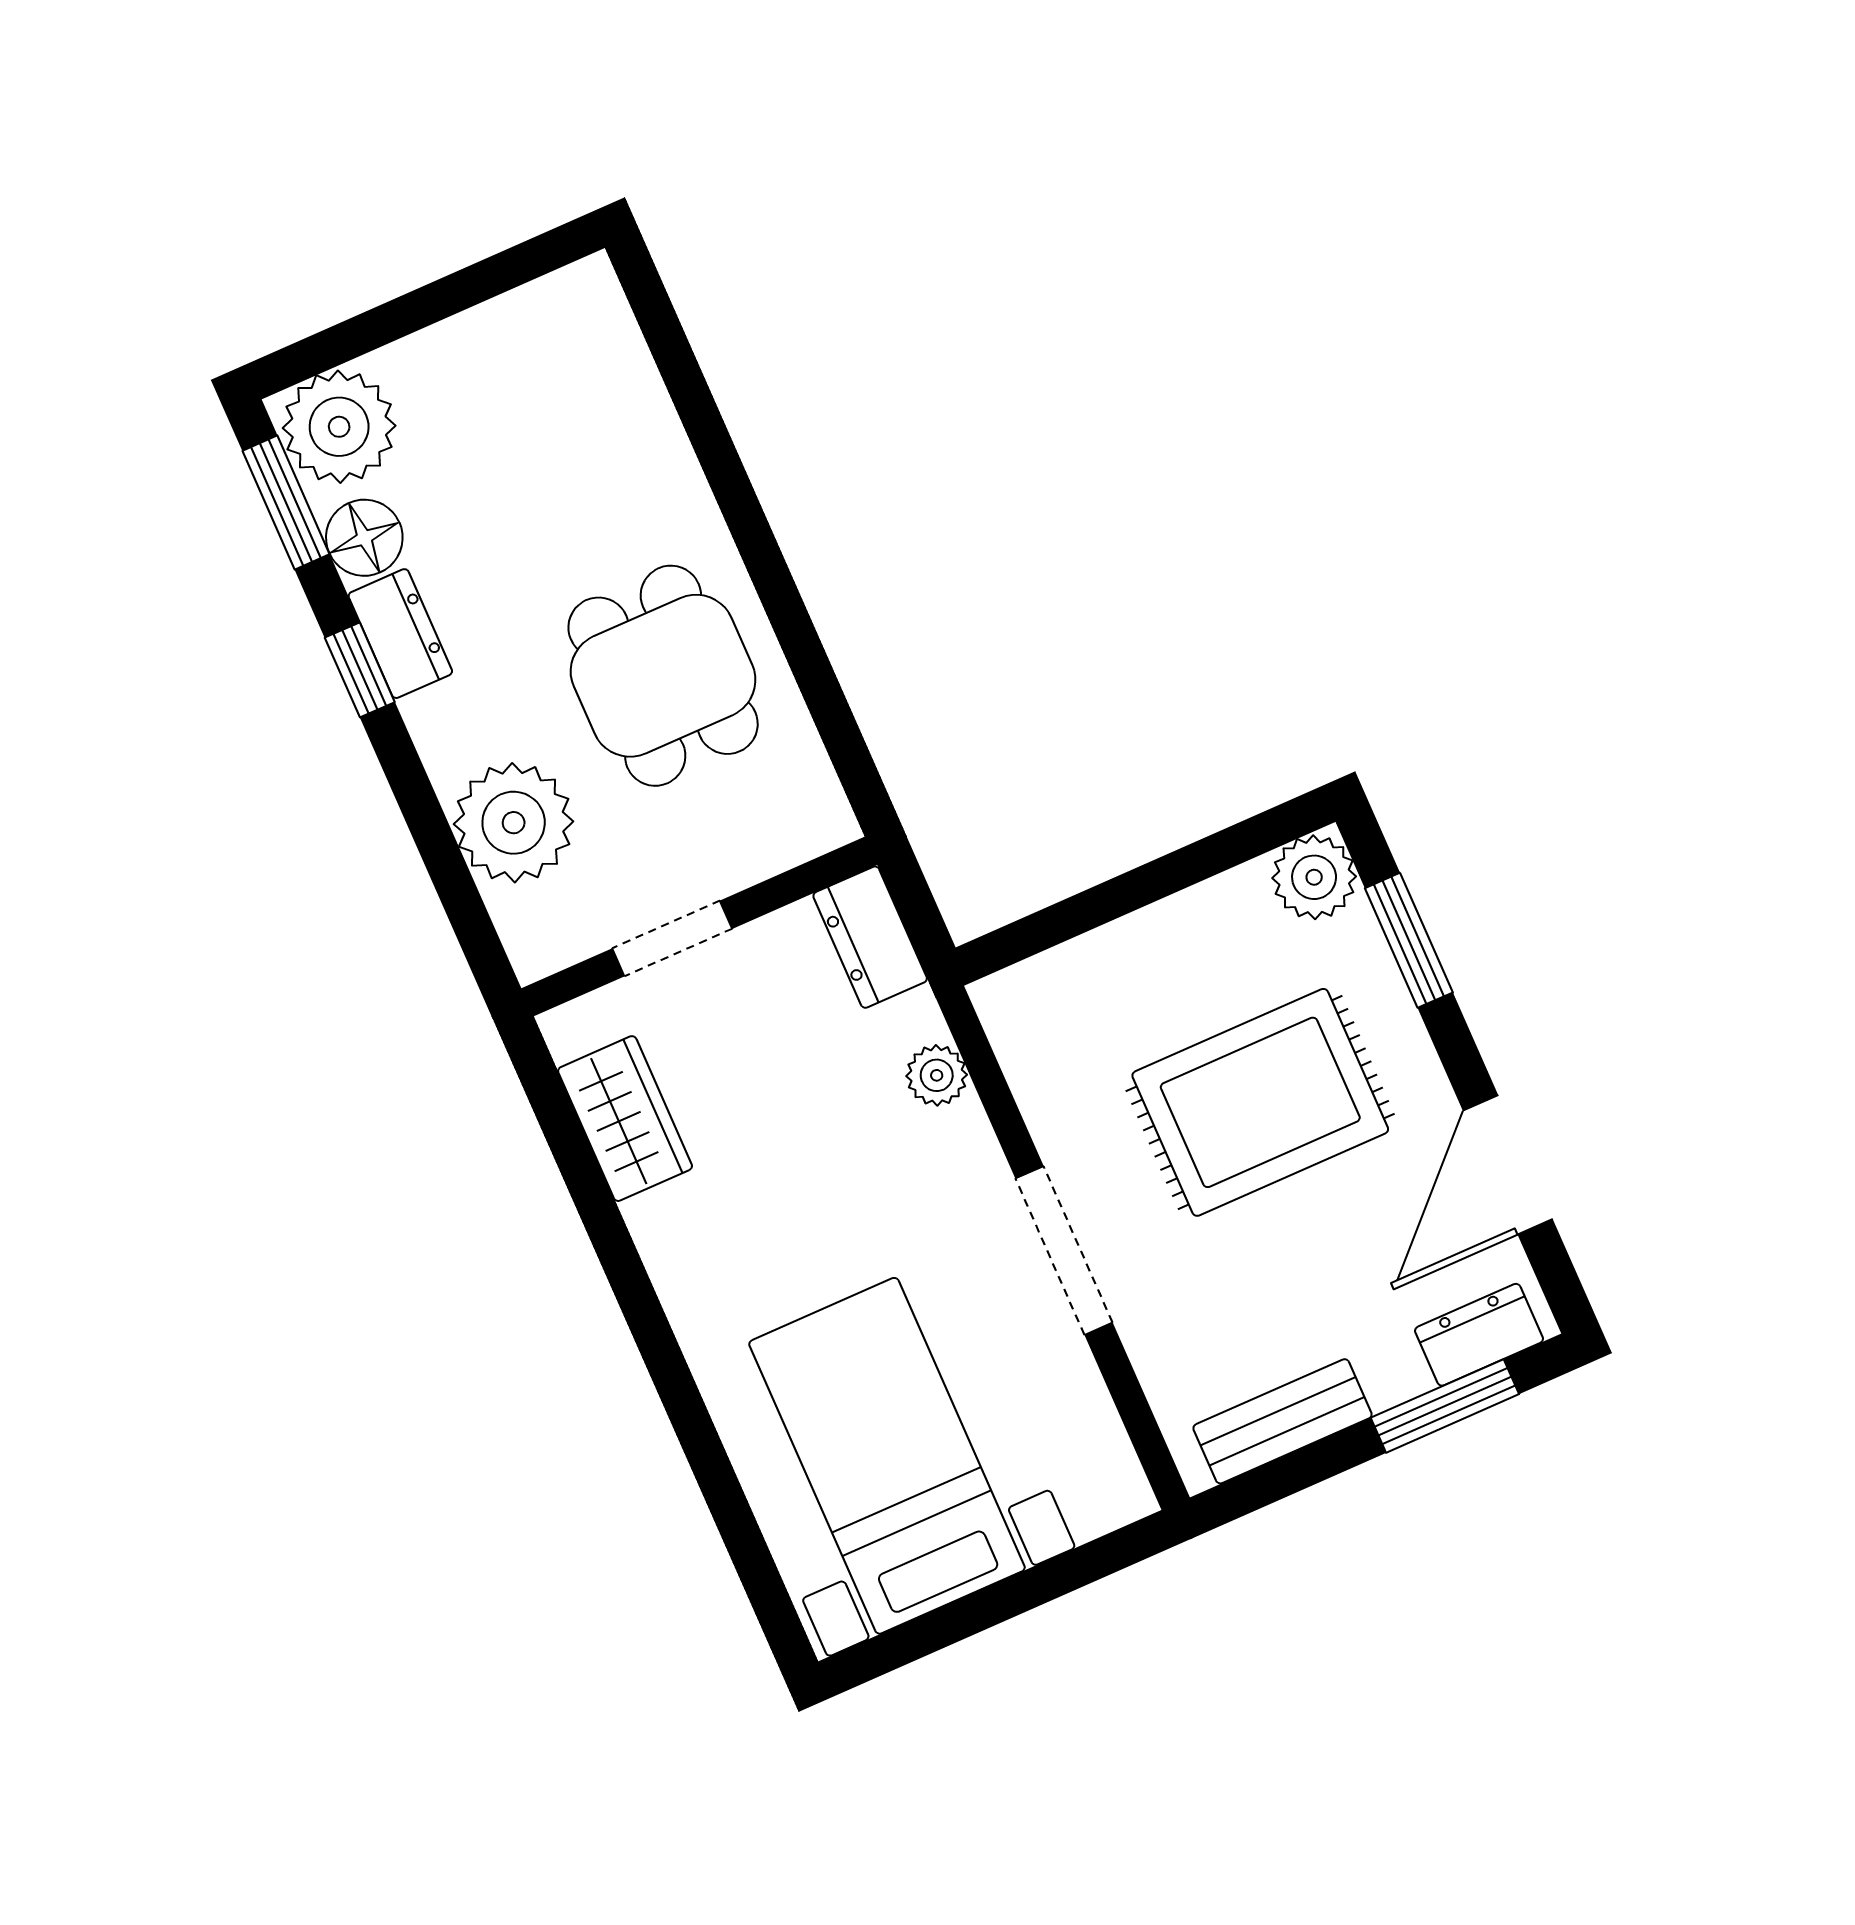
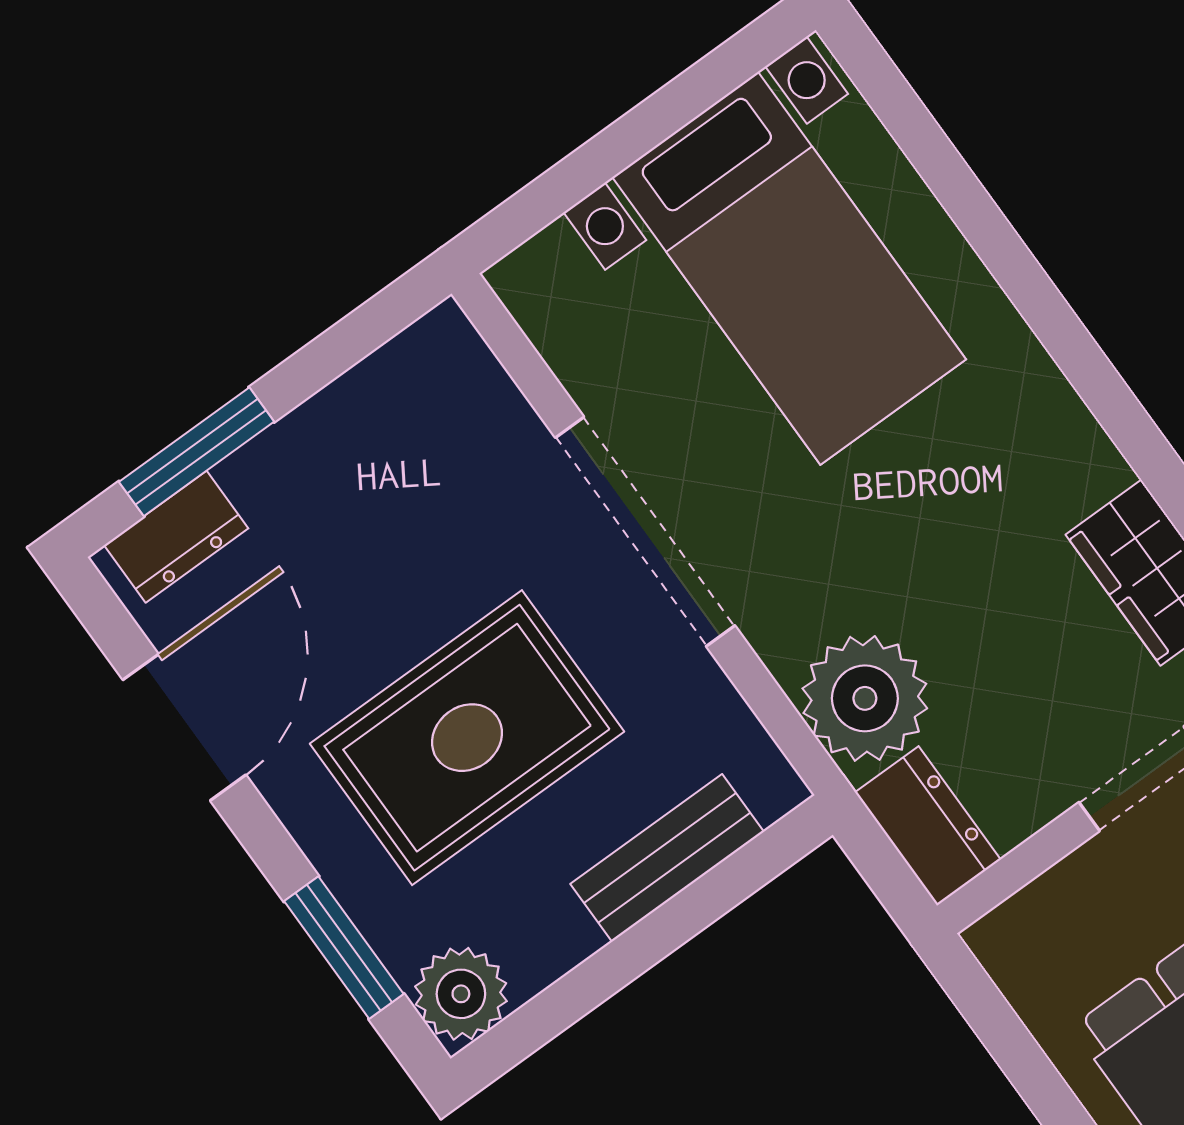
plant: (937, 1075) -> (865, 698), width x1.88, depth x1.88
doorway: (1064, 1251) -> (645, 532), width x1.36
bench: (1282, 1421) -> (667, 858), moved

